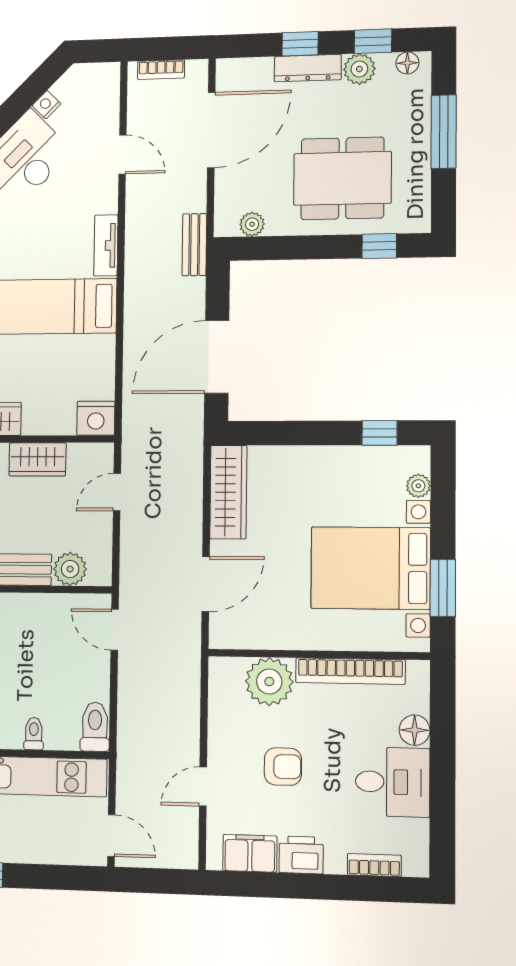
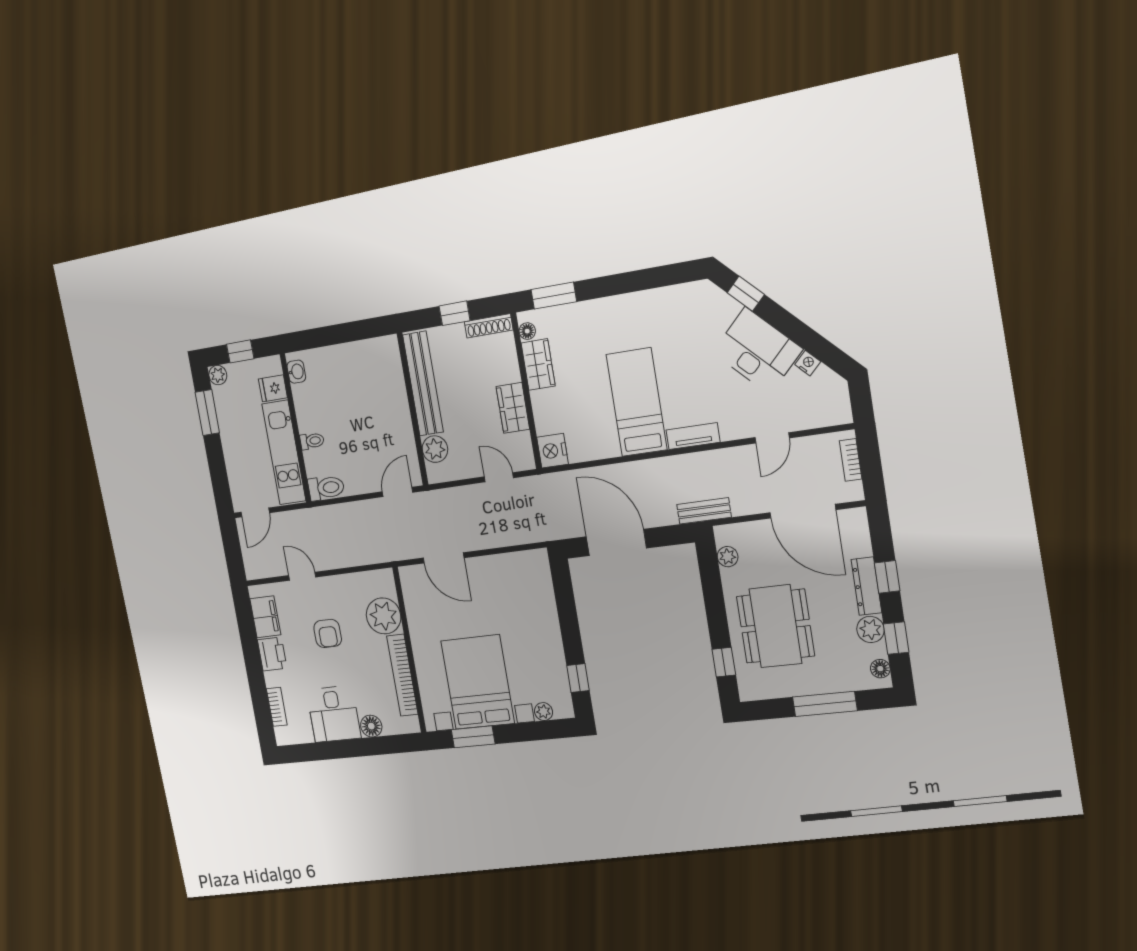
wardrobe: (228, 492) -> (514, 566), removed

